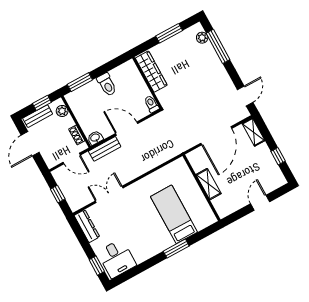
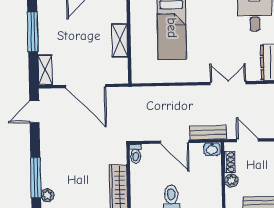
plant: (62, 111) -> (231, 181), moved
door: (216, 136) -> (86, 86), swing flipped
window: (278, 156) -> (33, 32), width x2.17
double door: (109, 194) -> (228, 83), swing flipped

